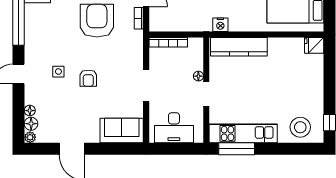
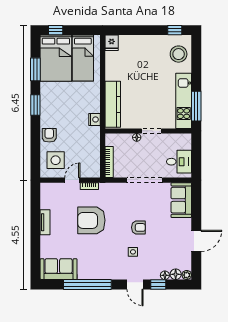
doorway: (146, 86) -> (144, 180), width x1.36
window: (19, 102) -> (158, 285), added
desk: (174, 128) -> (179, 162), width x0.73

